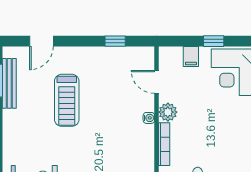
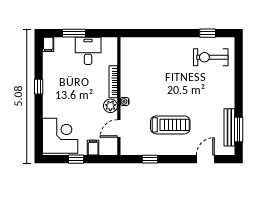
door: (157, 82) -> (119, 128), swing flipped
treadmill: (67, 100) -> (170, 125), moved, turned 90

